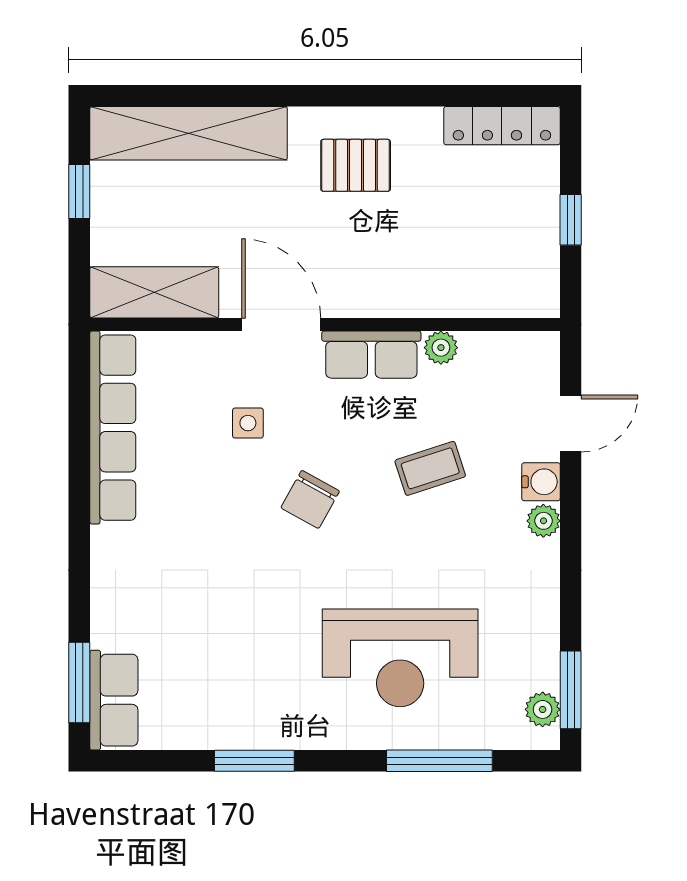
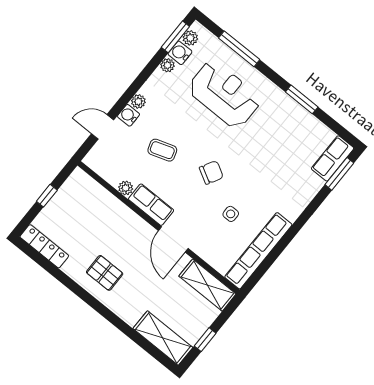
shelving: (189, 133) -> (163, 338), width x0.68
side table: (248, 423) -> (231, 214), moved
plant: (544, 628) -> (168, 65), added
water cooler: (539, 668) -> (180, 53), added

